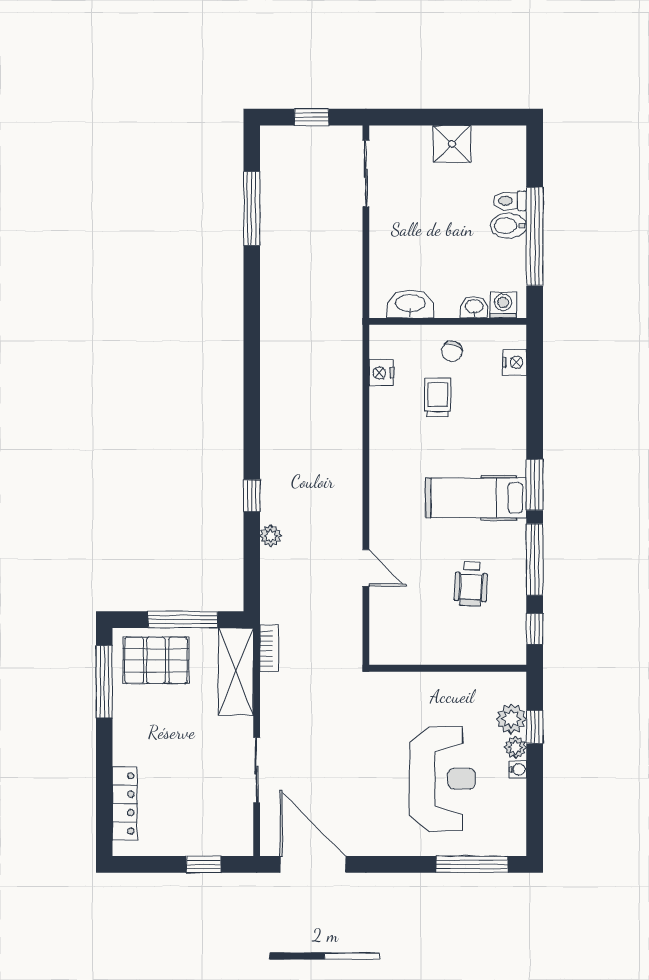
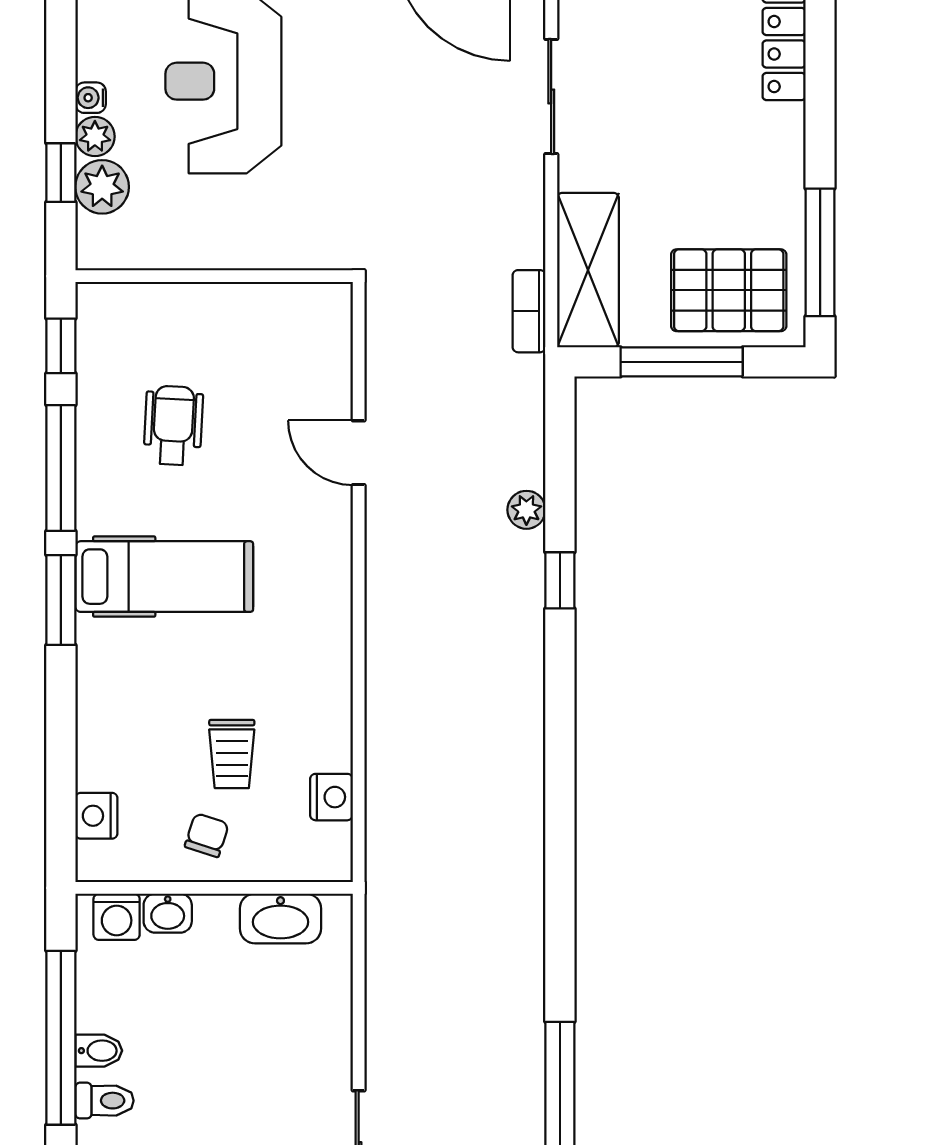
bidet: (508, 226) -> (99, 1051), width x0.72, depth x0.74

